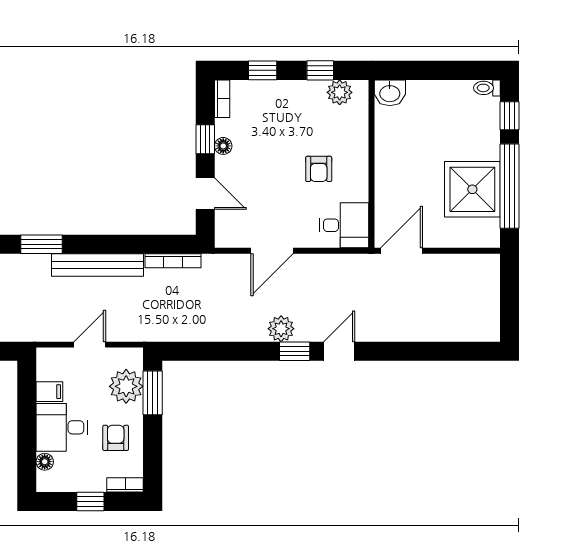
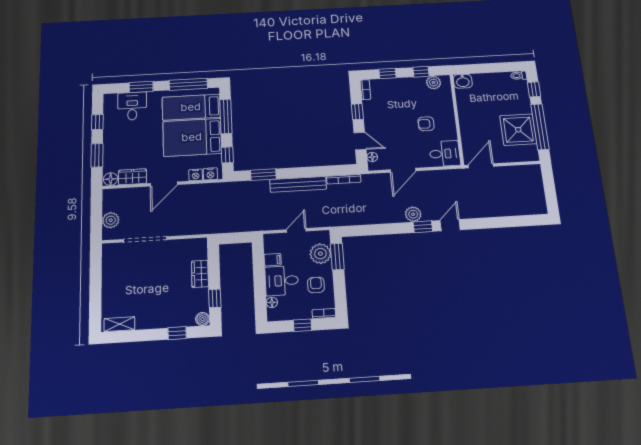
floor lamp: (223, 146) -> (372, 157), moved
armchair: (319, 169) -> (426, 124), turned 90

